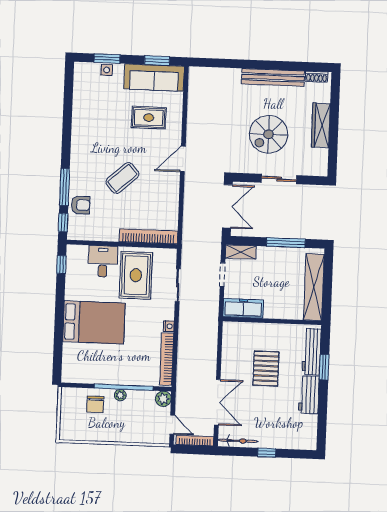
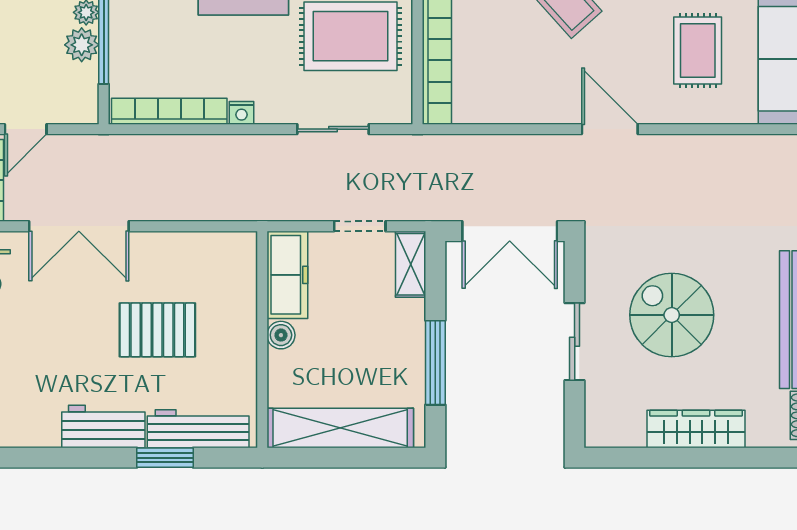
boiler: (271, 312) -> (281, 335), added
plant: (163, 399) -> (82, 45), moved

